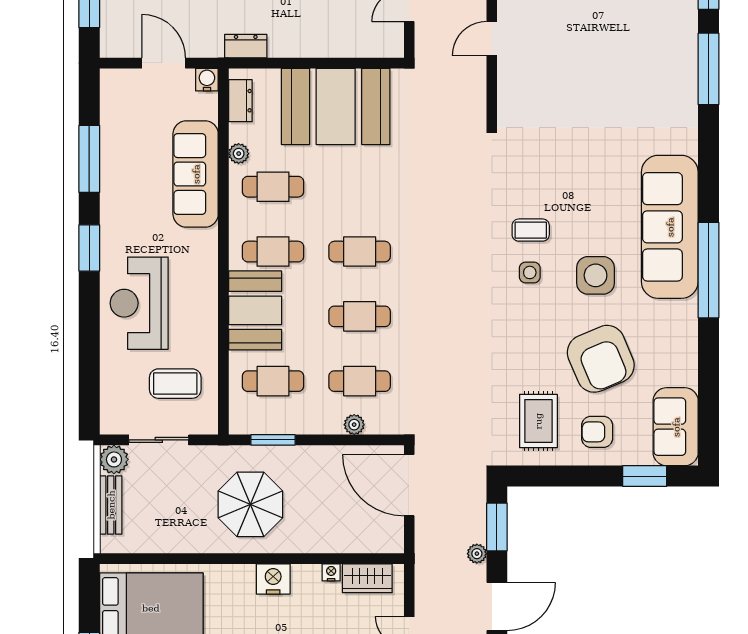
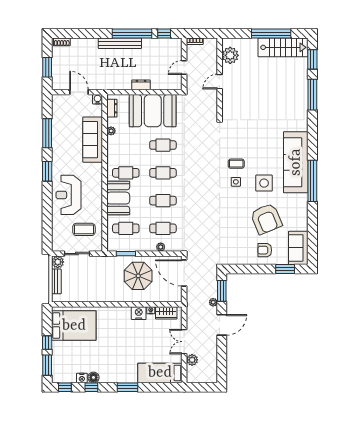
dresser: (246, 46) -> (141, 85), moved
cafe table: (273, 187) -> (163, 145), moved
rug: (538, 421) -> (240, 245), removed
parasol: (250, 504) -> (138, 276), moved
nightstand: (273, 579) -> (139, 313), moved

